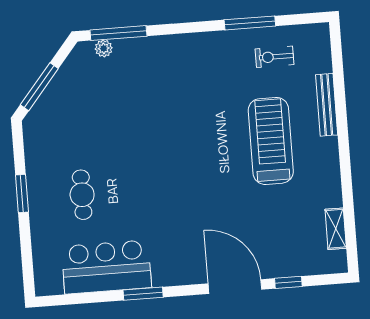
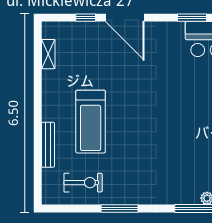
window: (250, 23) -> (120, 209), moved
exercise bike: (275, 57) -> (83, 183), width x1.38, depth x1.39

